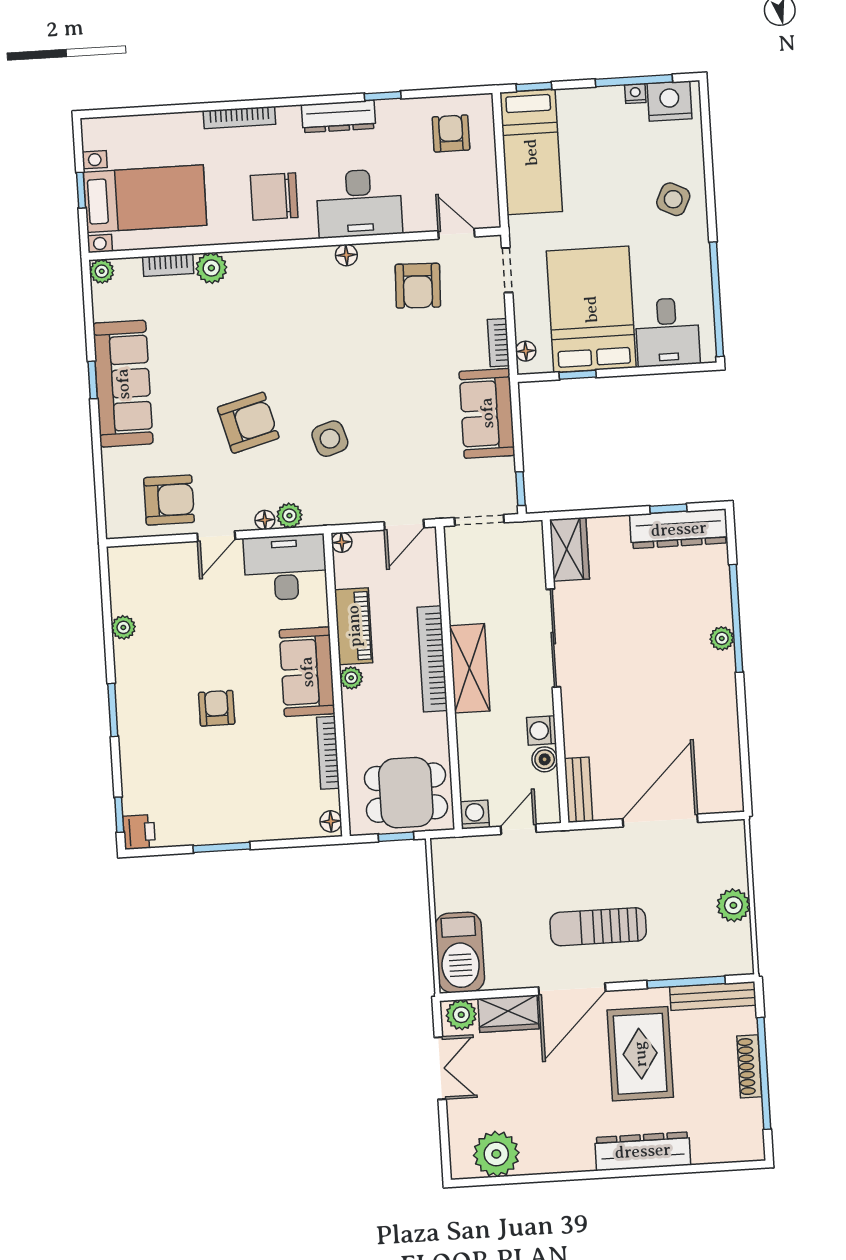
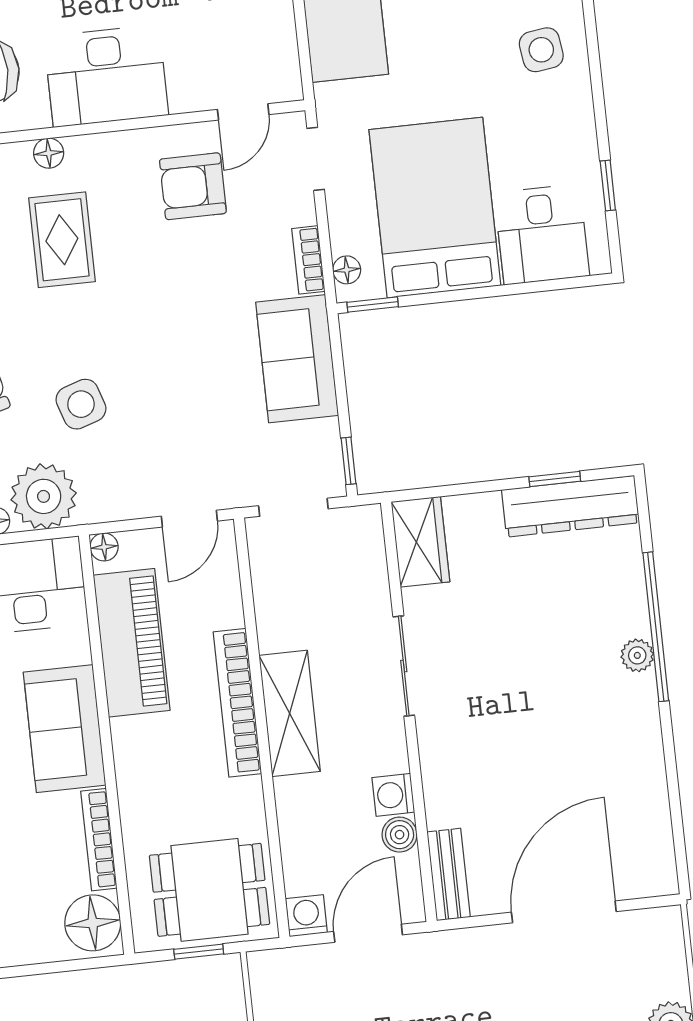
side table: (673, 199) -> (541, 50), turned -34
door: (457, 234) -> (243, 112), swing flipped
floor lamp: (346, 255) -> (49, 153), moved
armchair: (418, 286) -> (193, 186), turned 88
window: (717, 299) -> (608, 186), width x0.32
rug: (322, 320) -> (62, 240), added
window: (578, 375) -> (373, 304), moved
plant: (289, 516) -> (44, 496), width x1.87, depth x1.87
piano: (354, 626) -> (132, 643), width x1.37, depth x1.33
sliding door: (553, 638) -> (404, 666), width x0.73
plant: (351, 678) -> (126, 734), removed
floor lamp: (331, 821) -> (93, 923), width x1.89, depth x1.89
door: (519, 829) -> (368, 933), width x1.37

